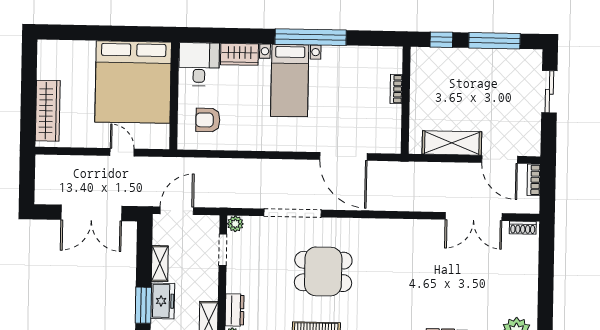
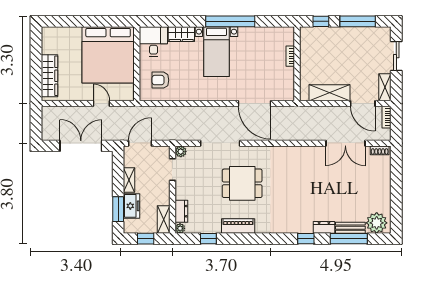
shelving: (532, 137) -> (385, 87), added
double door: (91, 213) -> (81, 146), swing flipped

